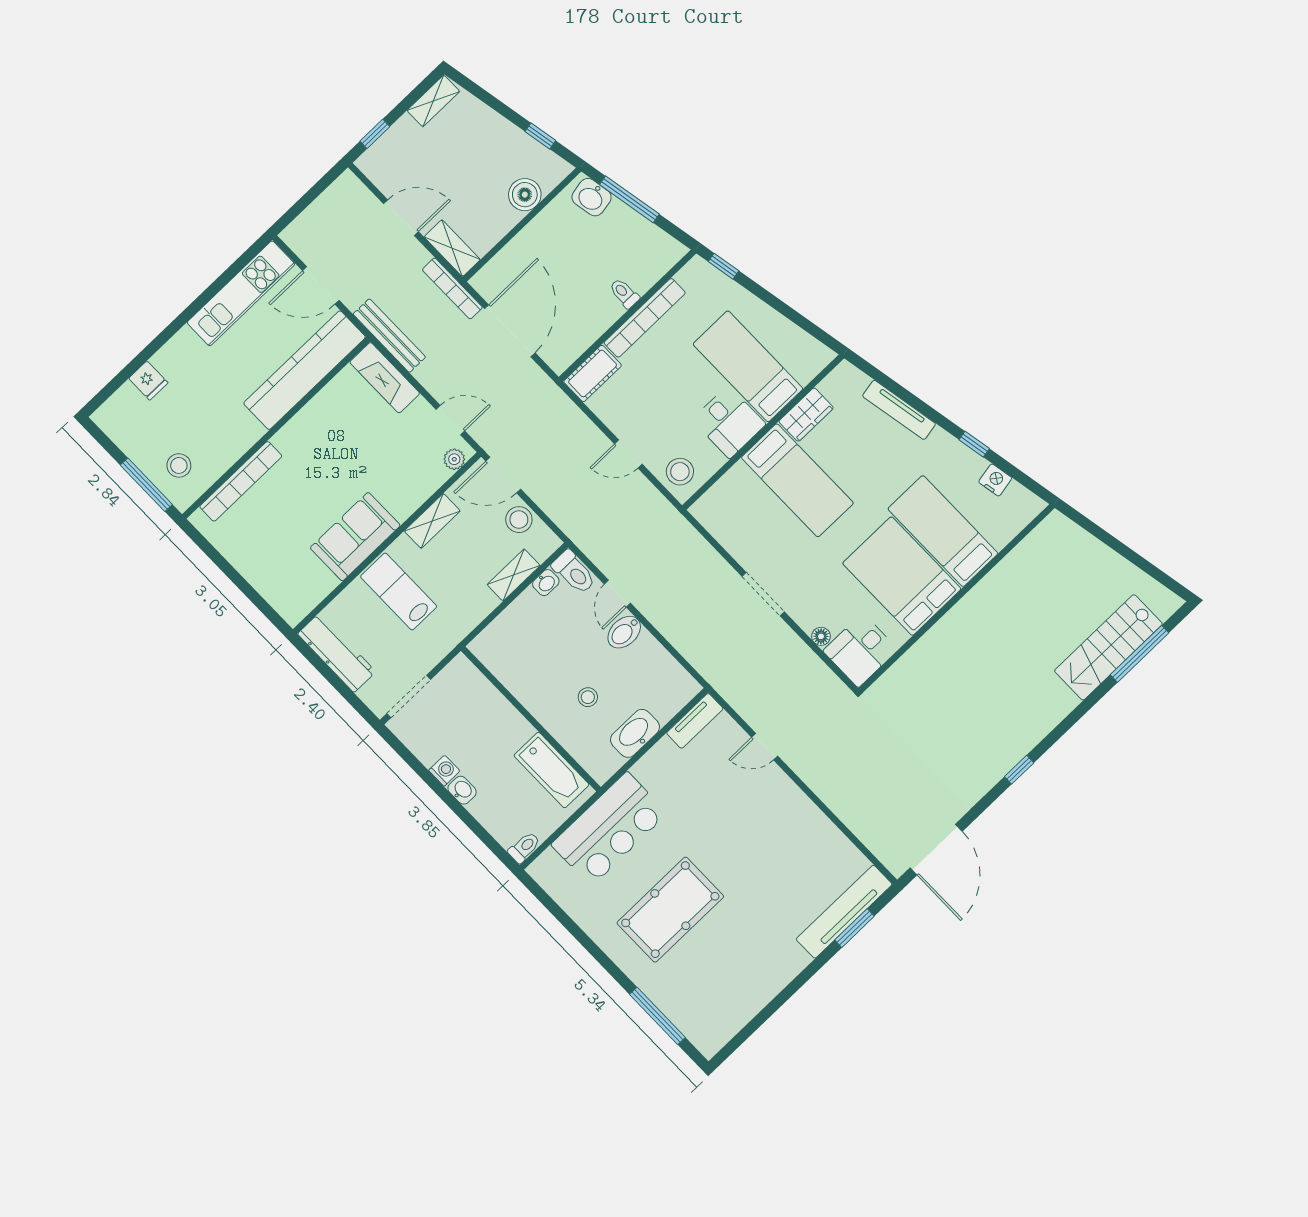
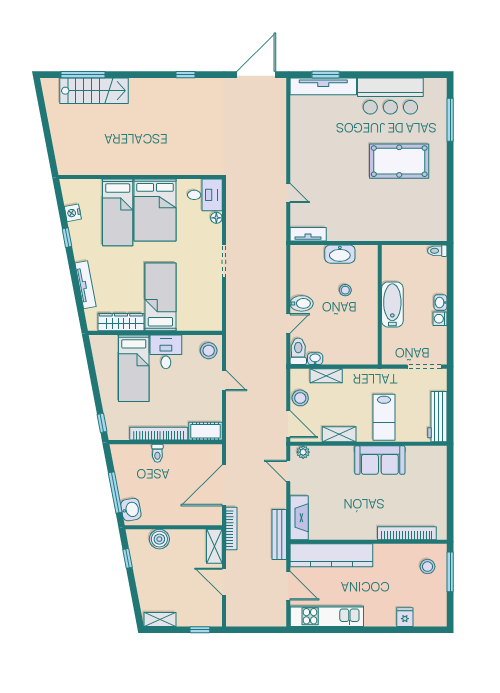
wardrobe: (806, 415) -> (121, 322), width x1.50
bathtub: (552, 770) -> (392, 305), moved
bar counter: (609, 829) -> (390, 96), moved, turned 180

